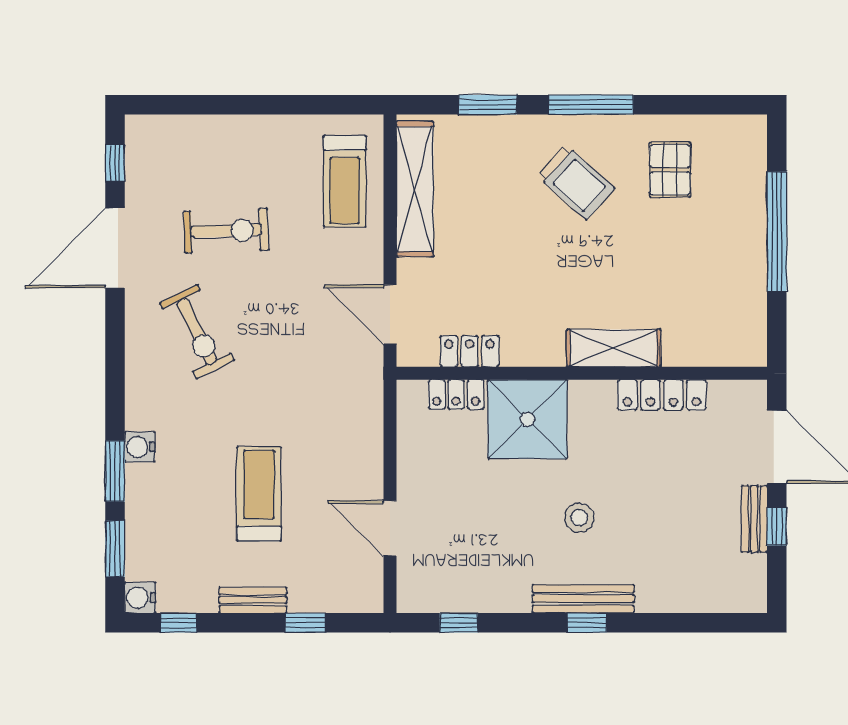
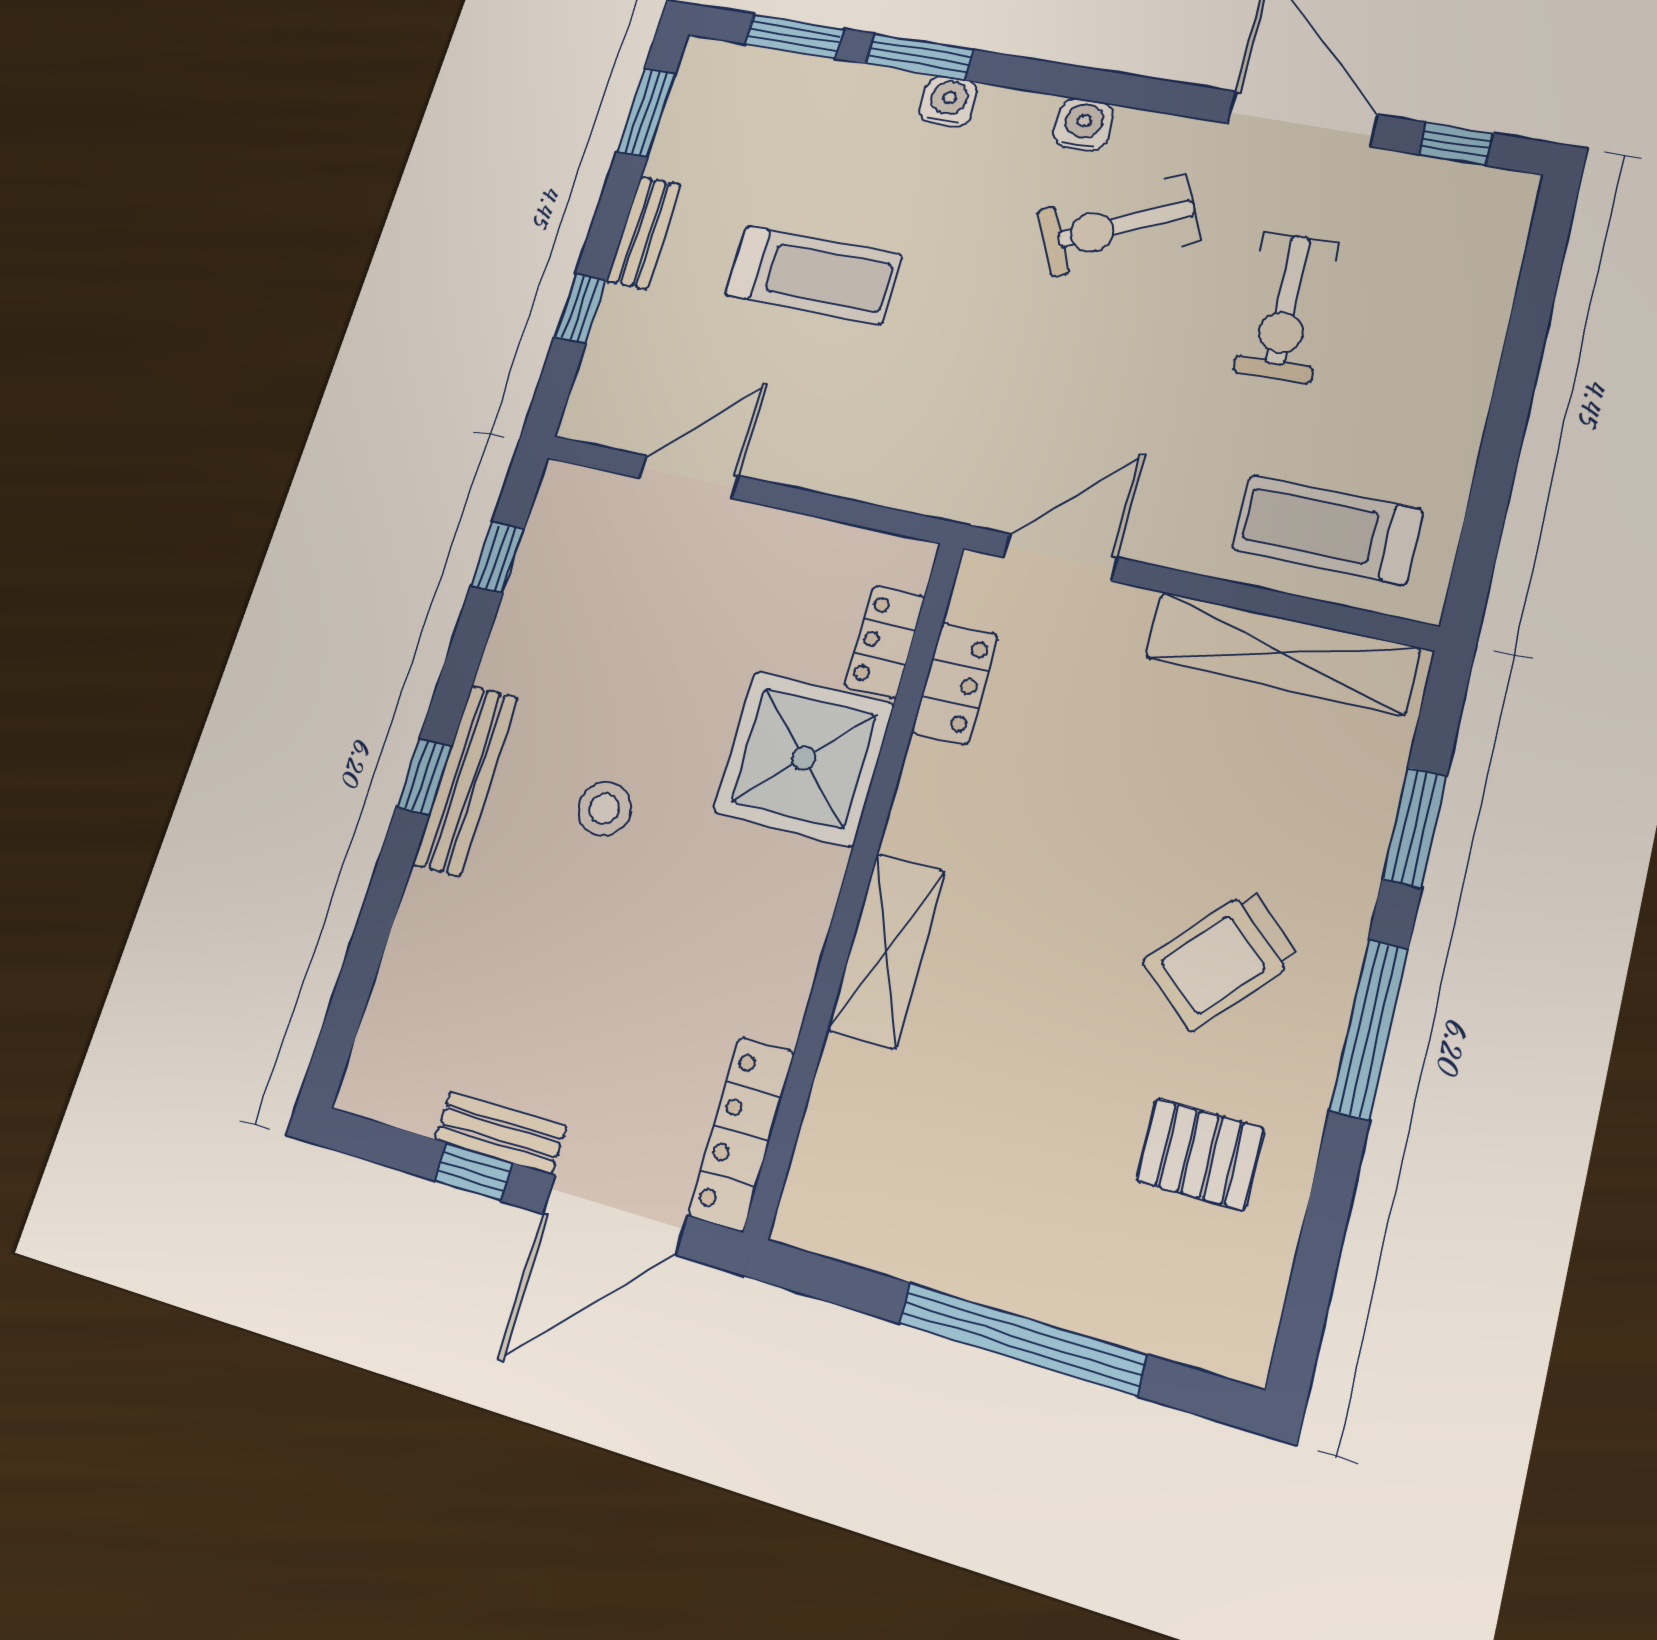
locker: (662, 395) -> (742, 1134), moved
water cooler: (140, 598) -> (1083, 124), moved
window: (179, 623) -> (646, 113), width x1.50

